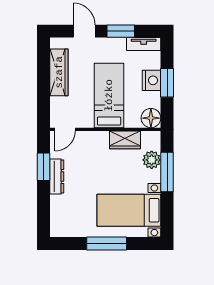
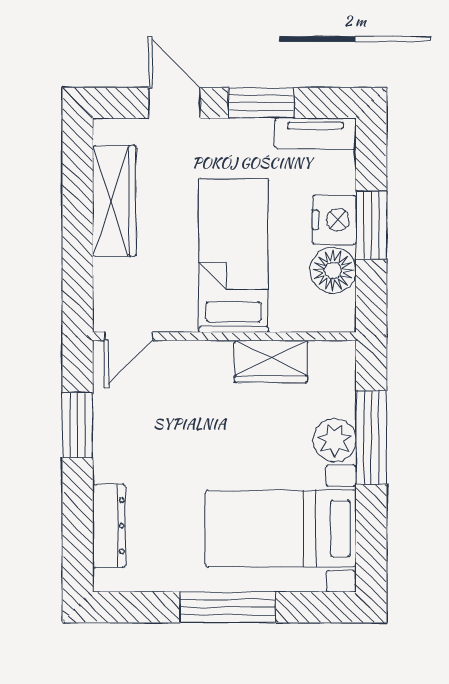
floor lamp: (151, 118) -> (333, 270), moved
plant: (152, 160) -> (335, 440), moved
dresser: (57, 176) -> (109, 526), moved

